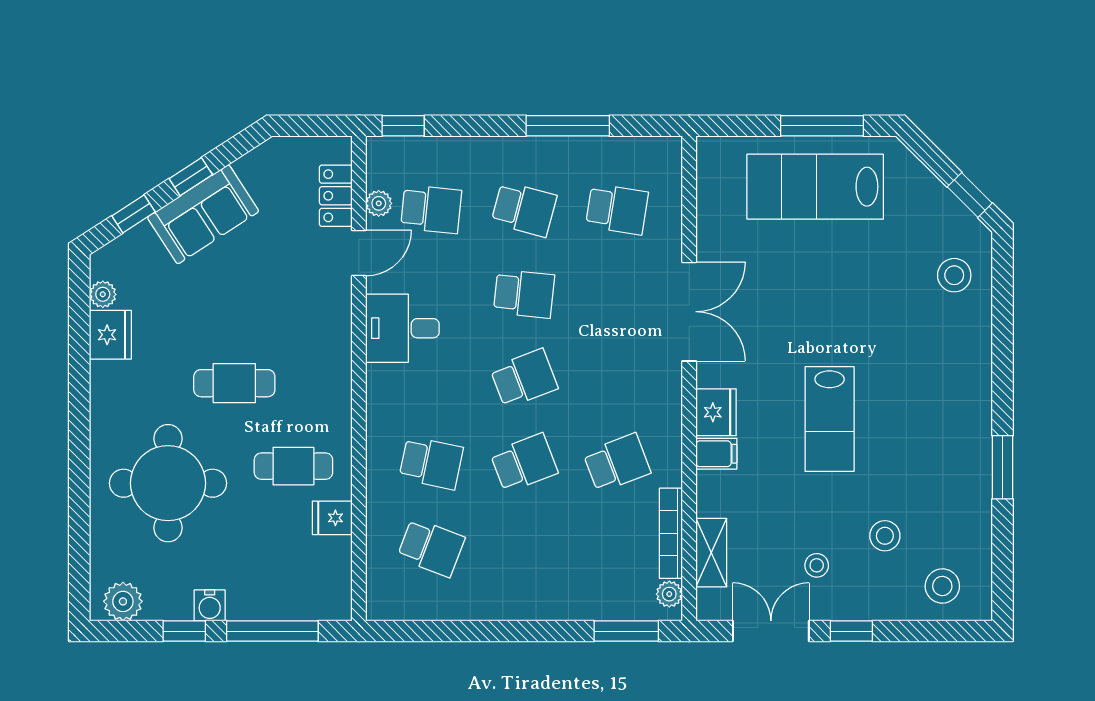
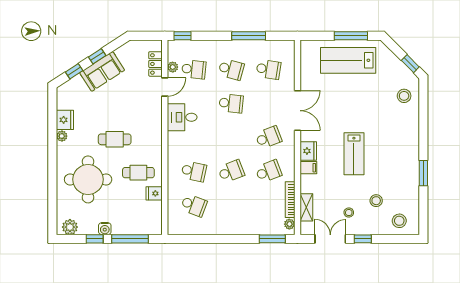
plant: (103, 294) -> (62, 136), moved
school desk: (524, 378) -> (268, 137), moved

